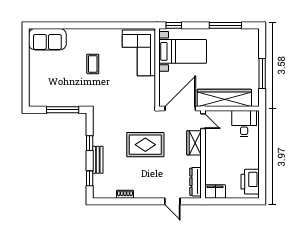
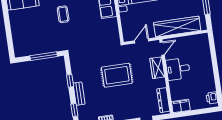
door: (180, 109) -> (142, 41), width x0.53
door: (203, 121) -> (162, 49), hinge flipped
desk: (244, 124) -> (178, 69), moved, turned -90
printer: (250, 182) -> (212, 98), width x0.53, depth x0.68

